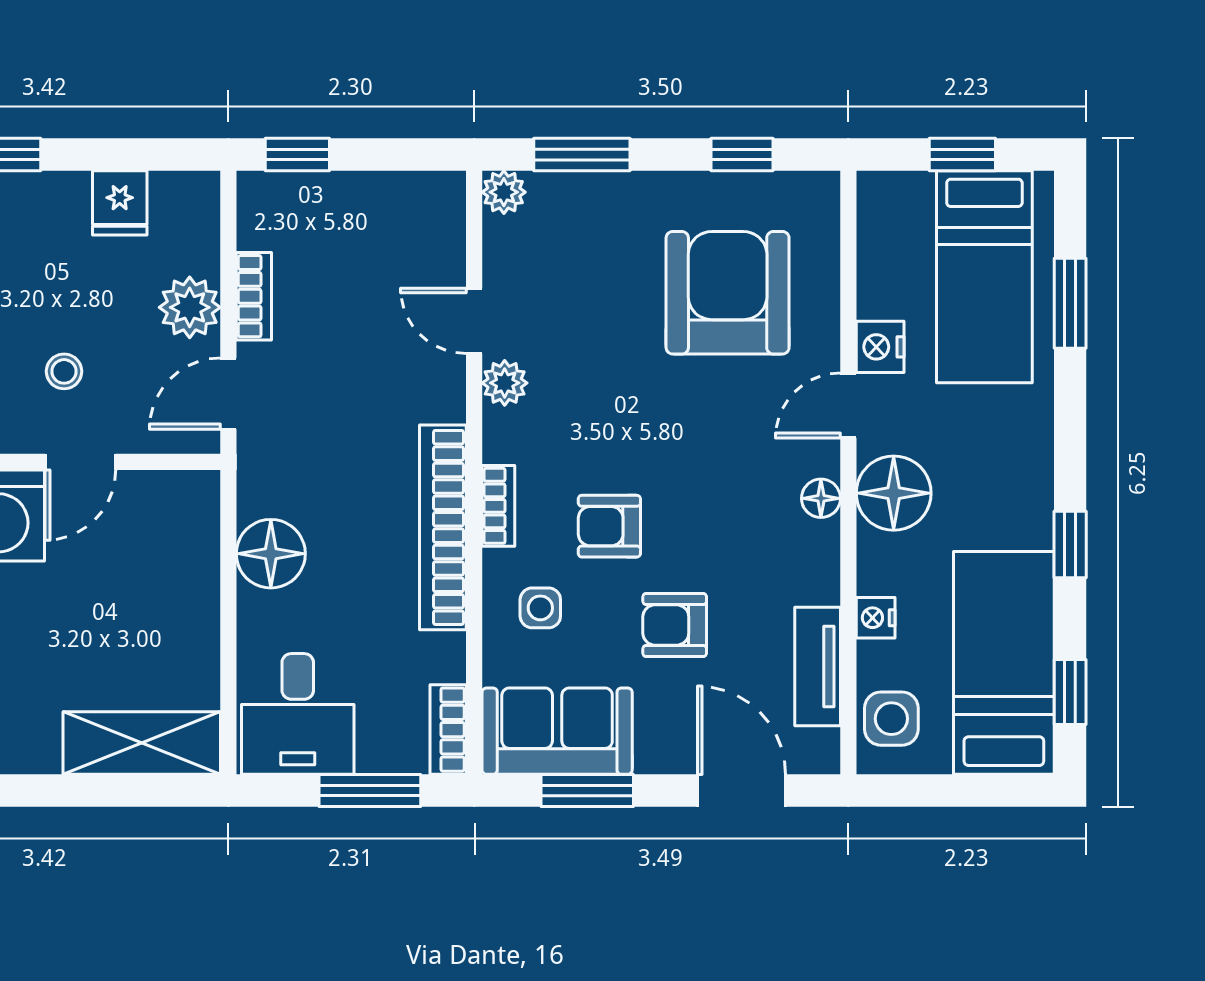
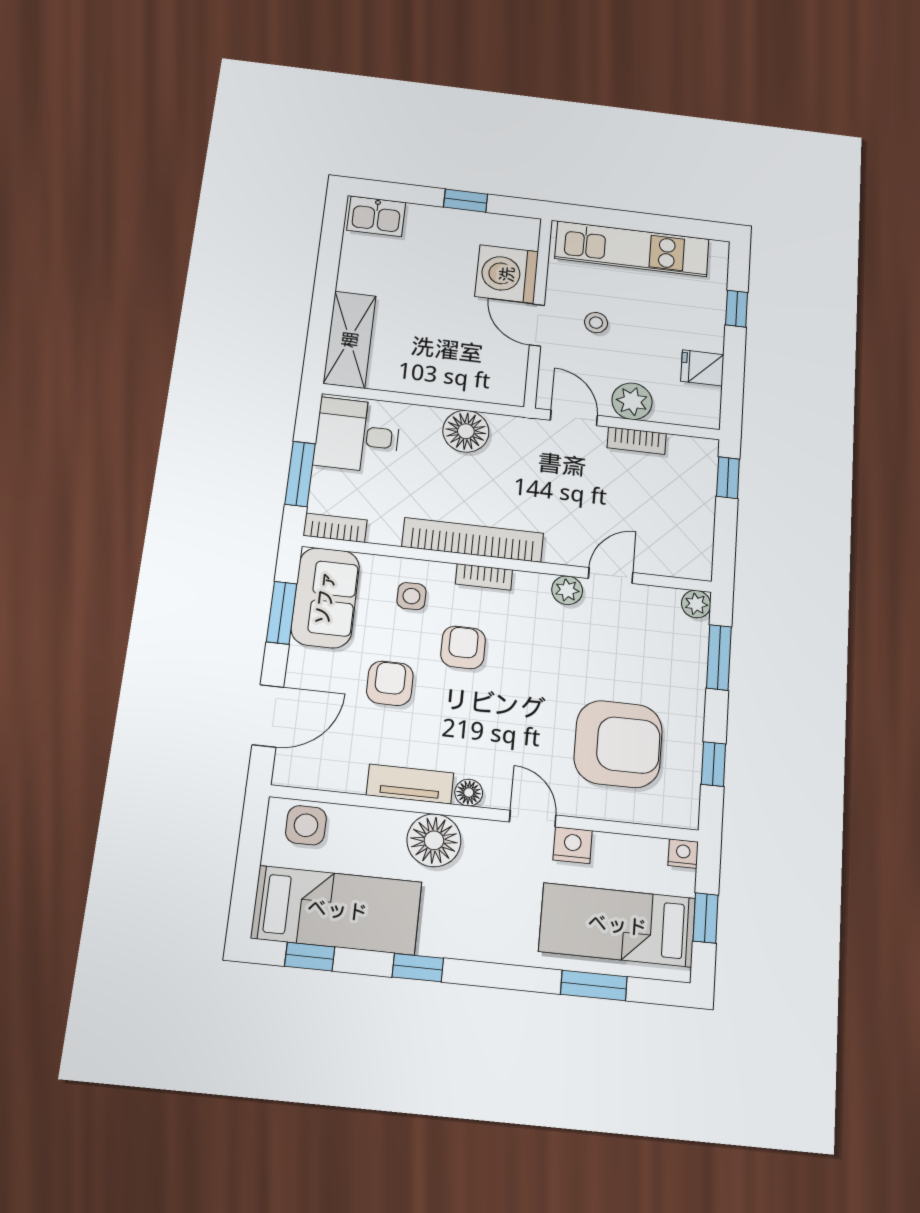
floor lamp: (894, 493) -> (434, 840), moved
nightstand: (876, 618) -> (683, 854), moved
tv unit: (818, 666) -> (410, 784), moved

